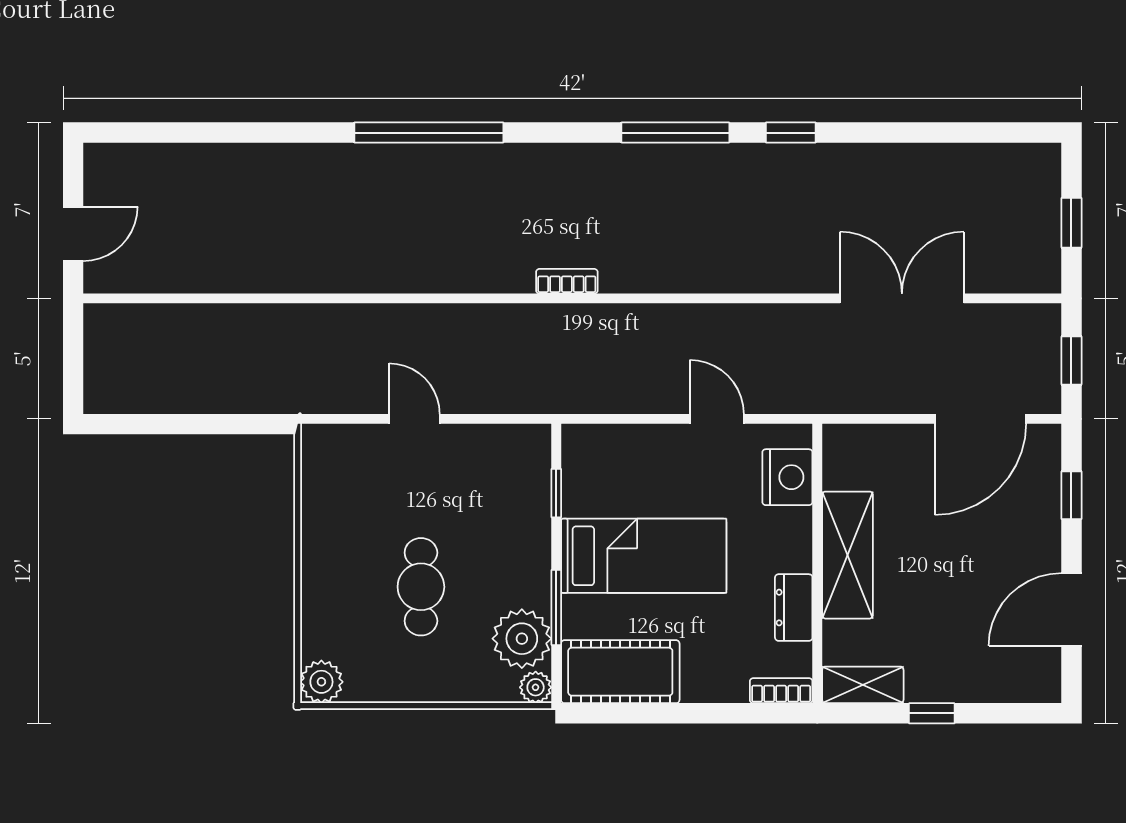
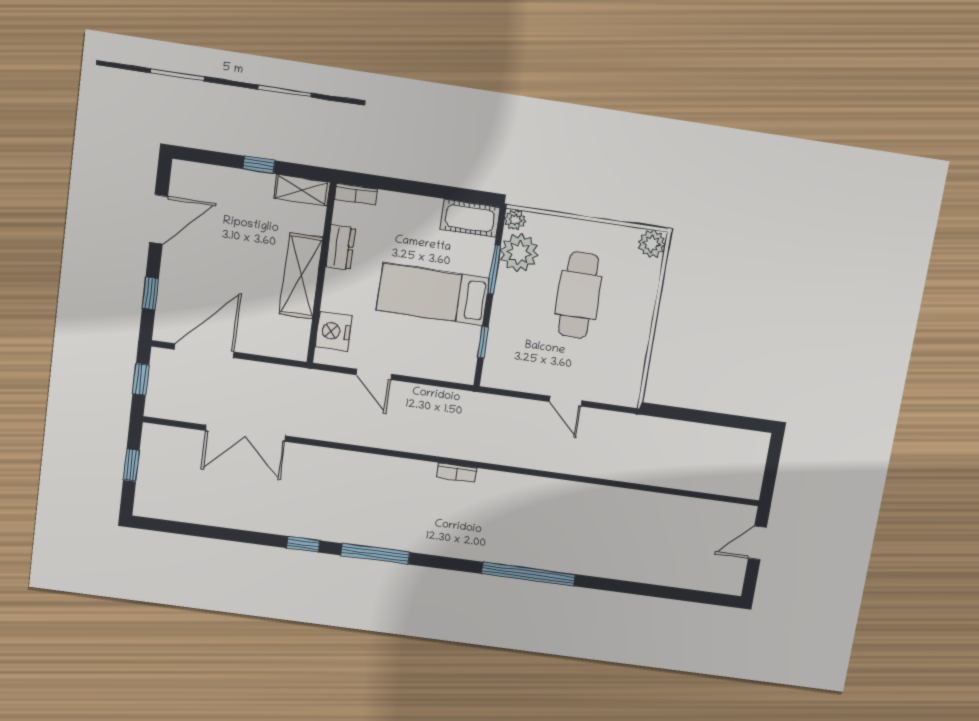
cafe table: (421, 587) -> (578, 295), width x1.37, depth x1.35
cot: (620, 672) -> (470, 218), width x0.73, depth x0.75

